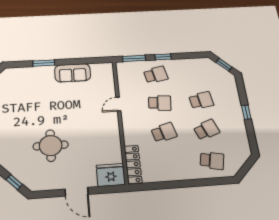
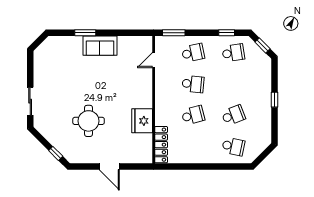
window: (163, 57) -> (227, 33), moved
sofa: (73, 73) -> (100, 46), moved
school desk: (201, 100) -> (233, 53), moved
door: (118, 104) -> (154, 60), moved
fridge: (111, 175) -> (142, 121), moved, turned -90

